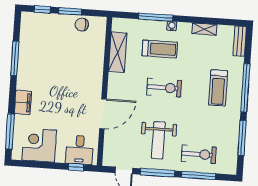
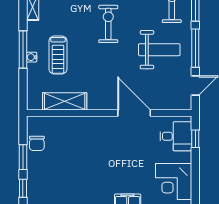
window: (156, 17) -> (23, 49), moved
water cooler: (172, 26) -> (32, 57), moved
treadmill: (160, 49) -> (58, 55), turned 180
exercise bike: (164, 88) -> (108, 24), moved

